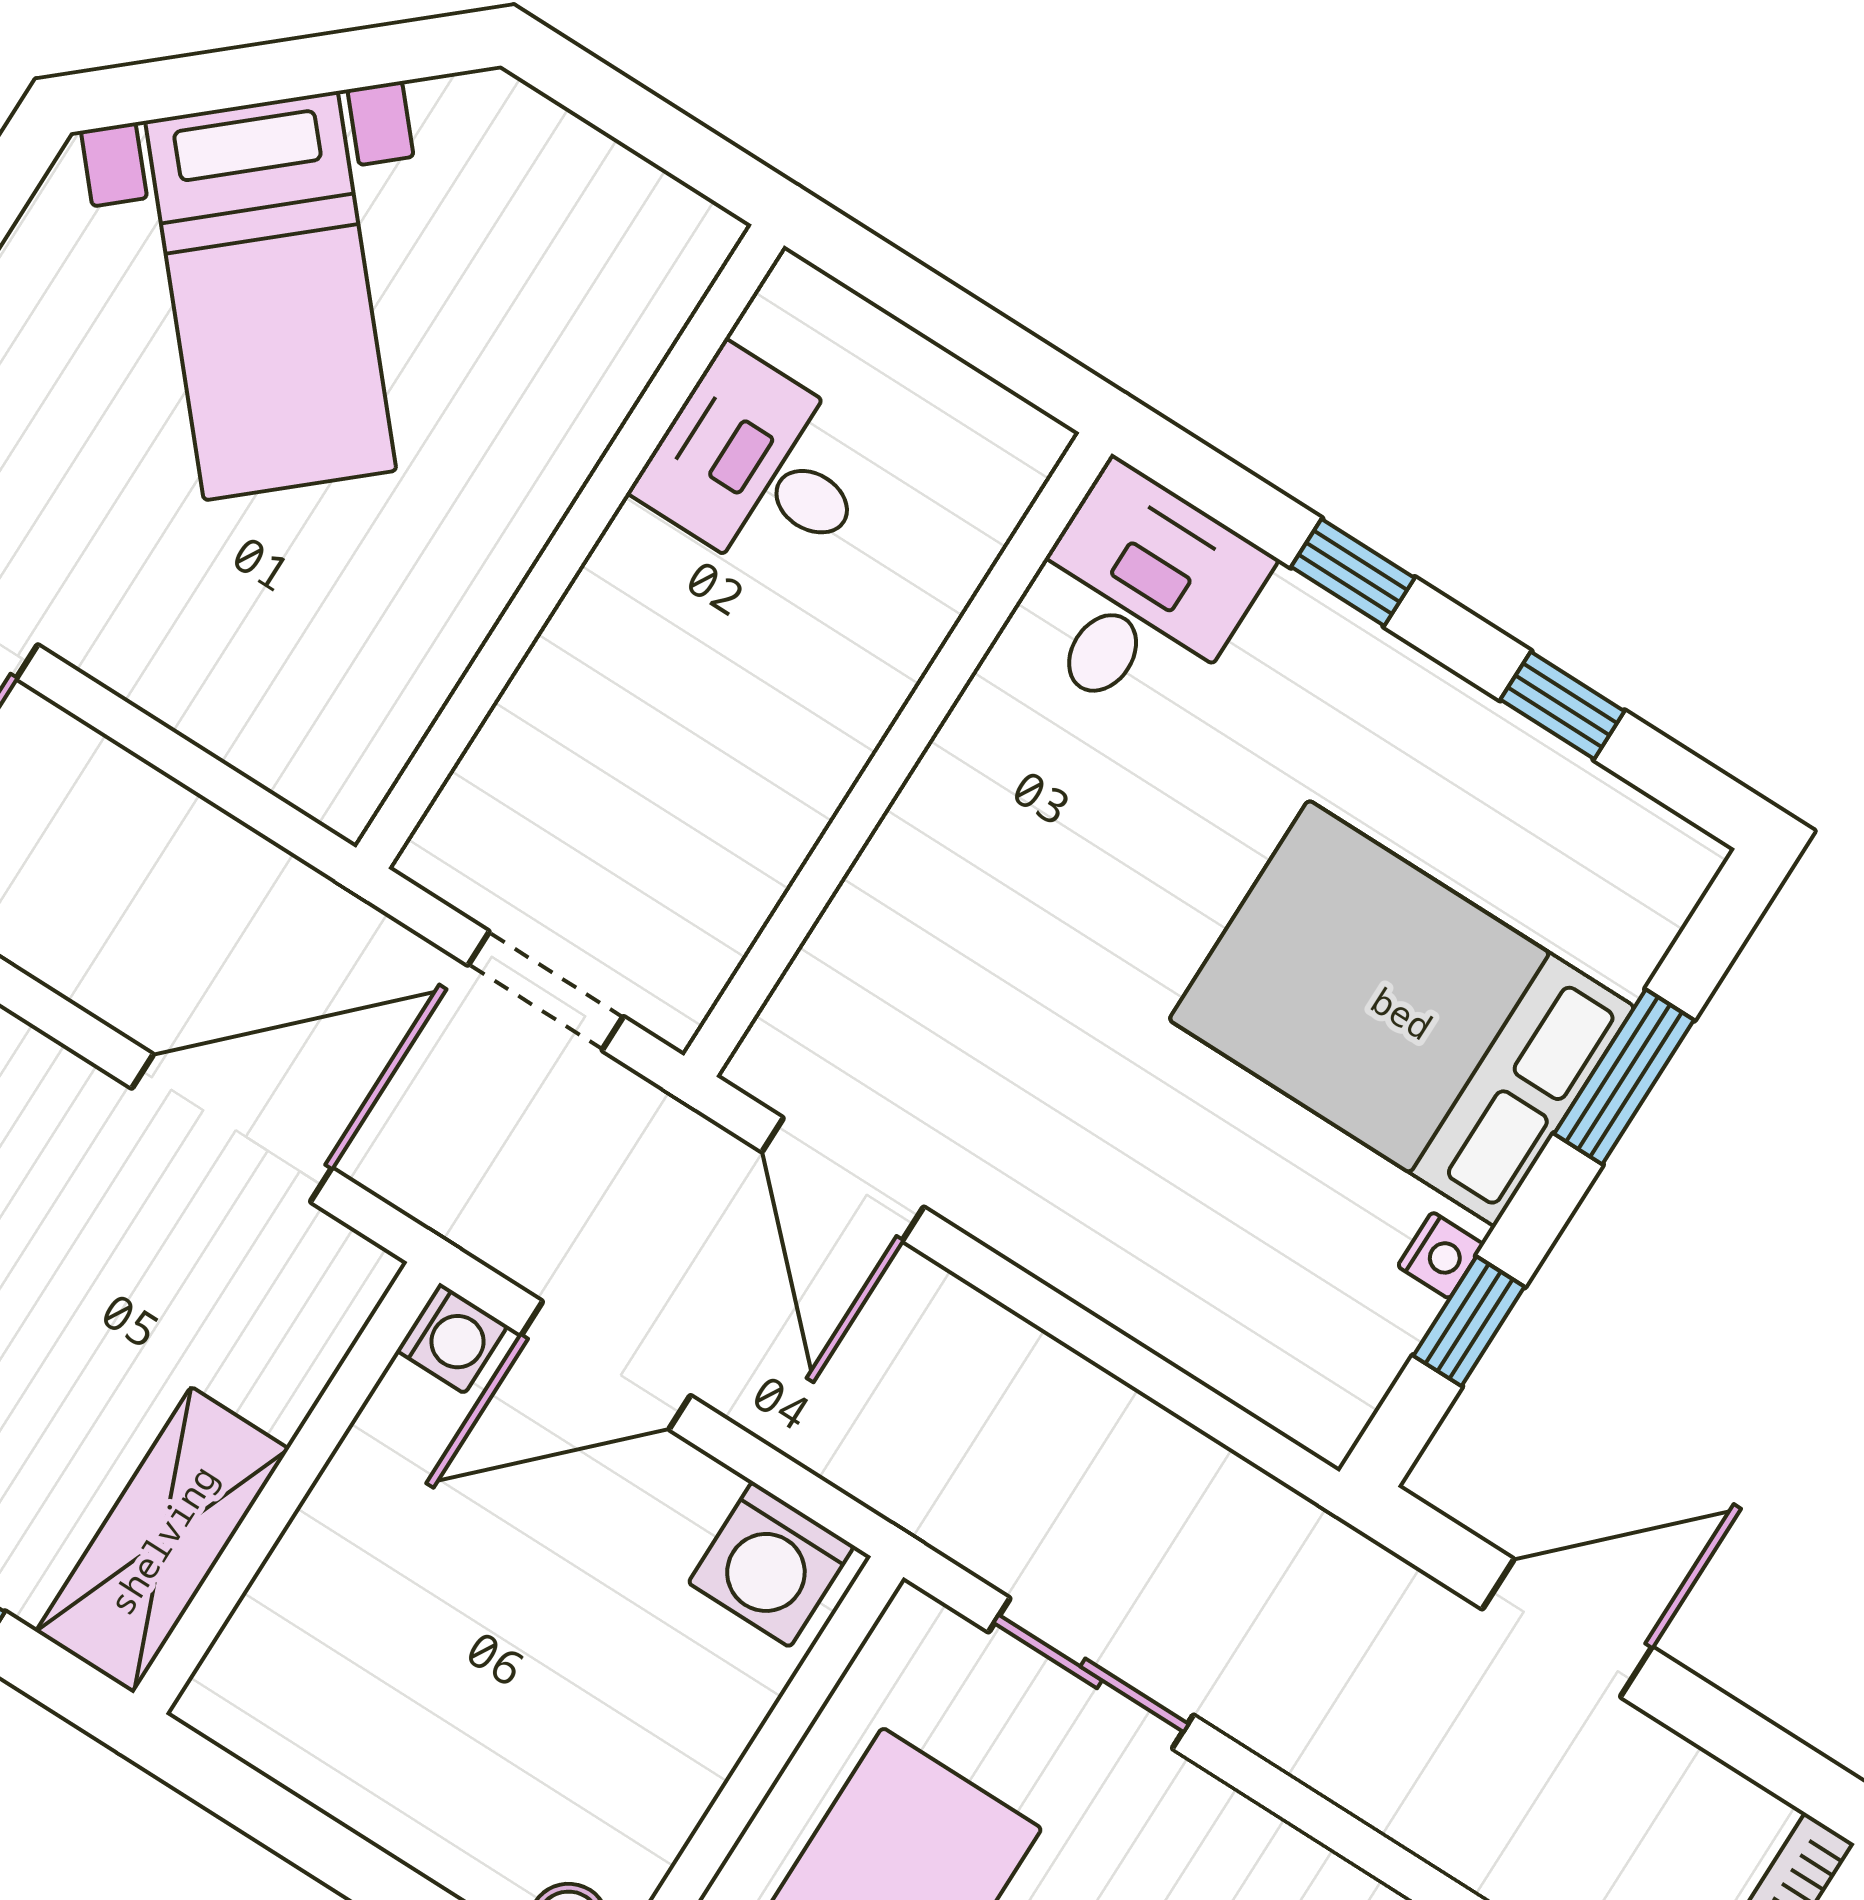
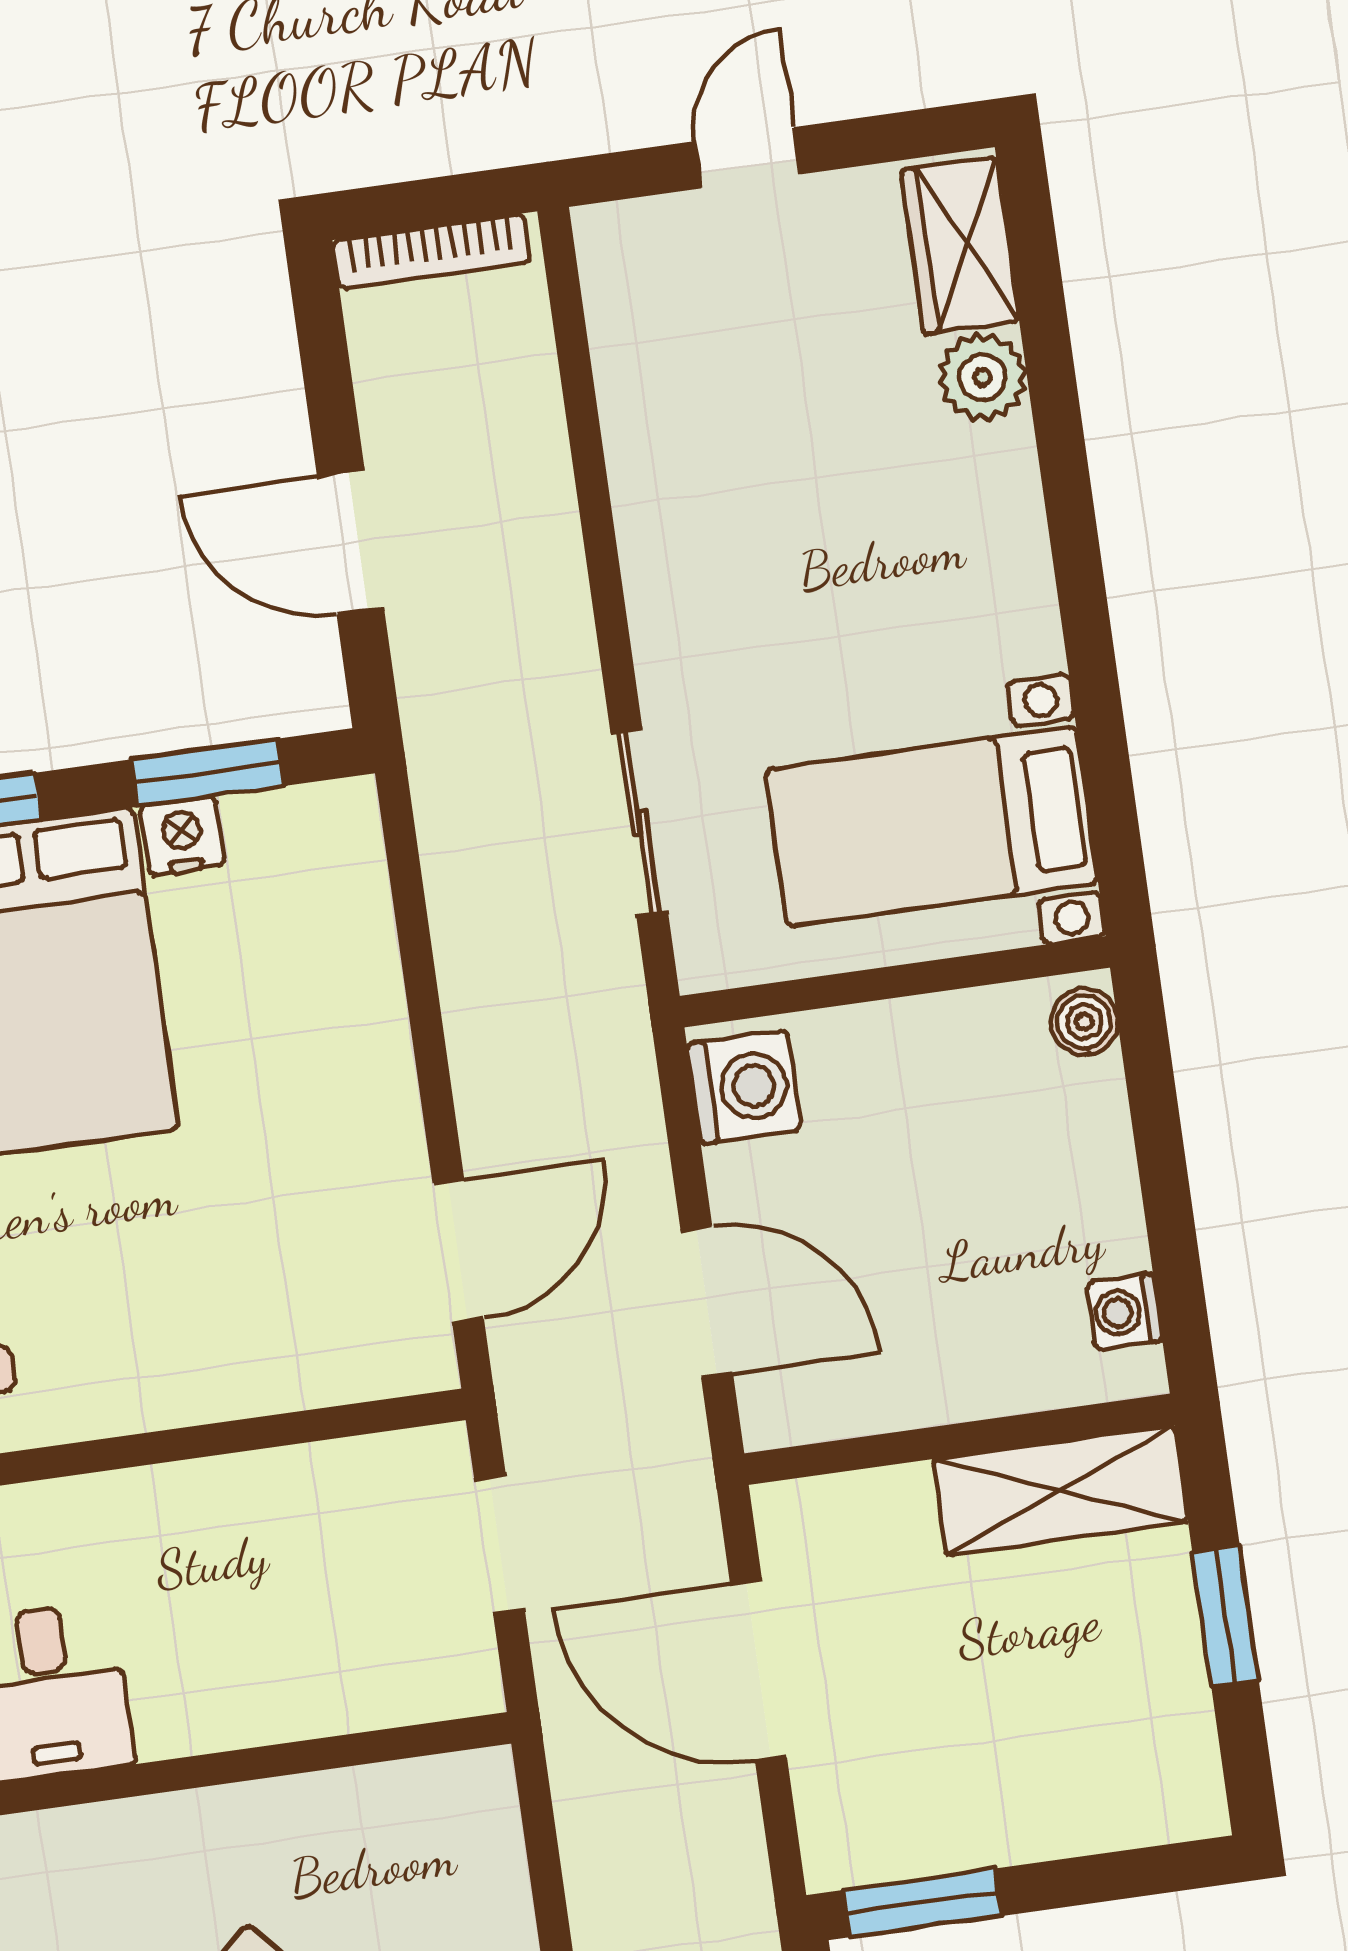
nightstand: (1441, 1255) -> (182, 836), width x1.39, depth x1.35
window: (1469, 1321) -> (208, 773), width x1.50
washing machine: (452, 1338) -> (1124, 1312), moved, turned -90

